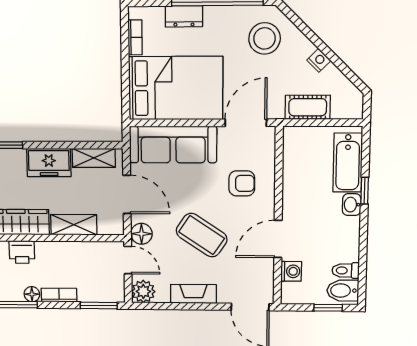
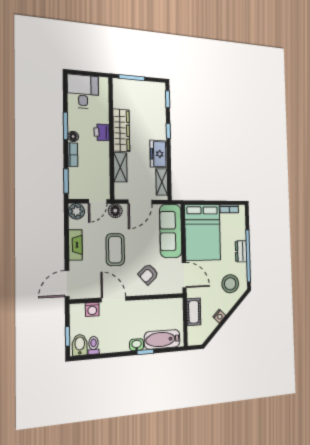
dresser: (184, 16) -> (241, 251), moved
armchair: (242, 183) -> (148, 274), turned 48
coffee table: (202, 235) -> (115, 250), turned -34

